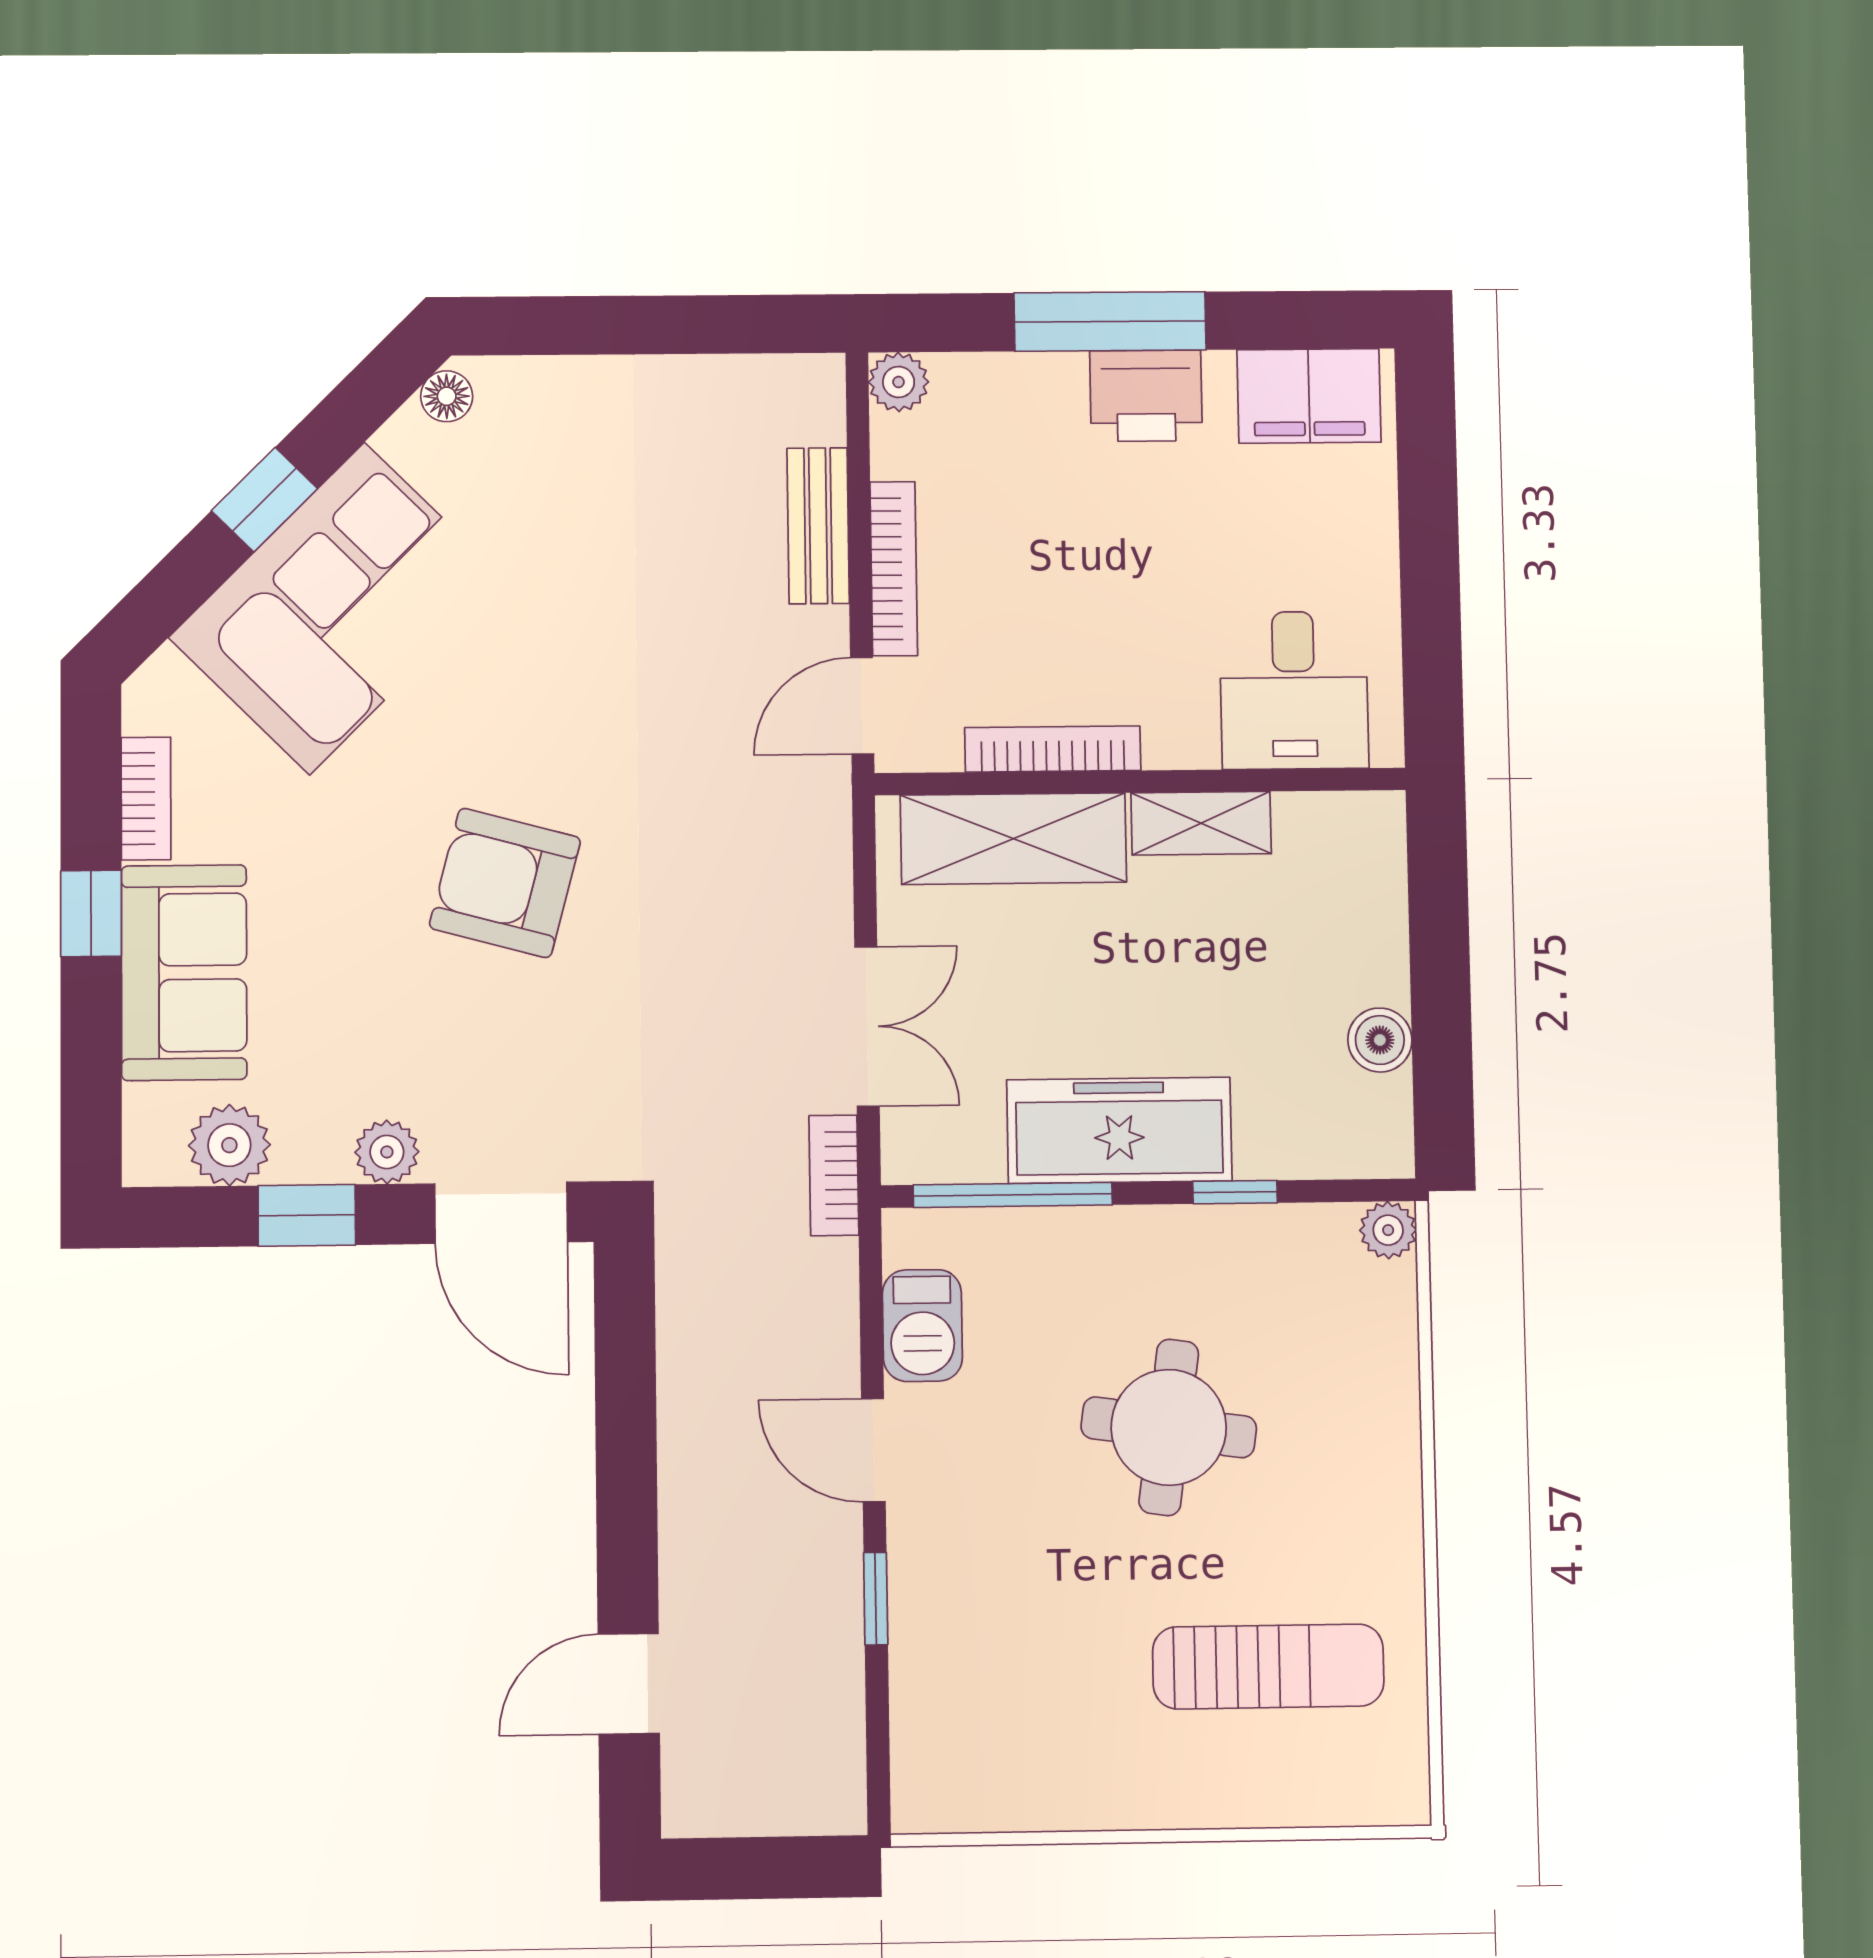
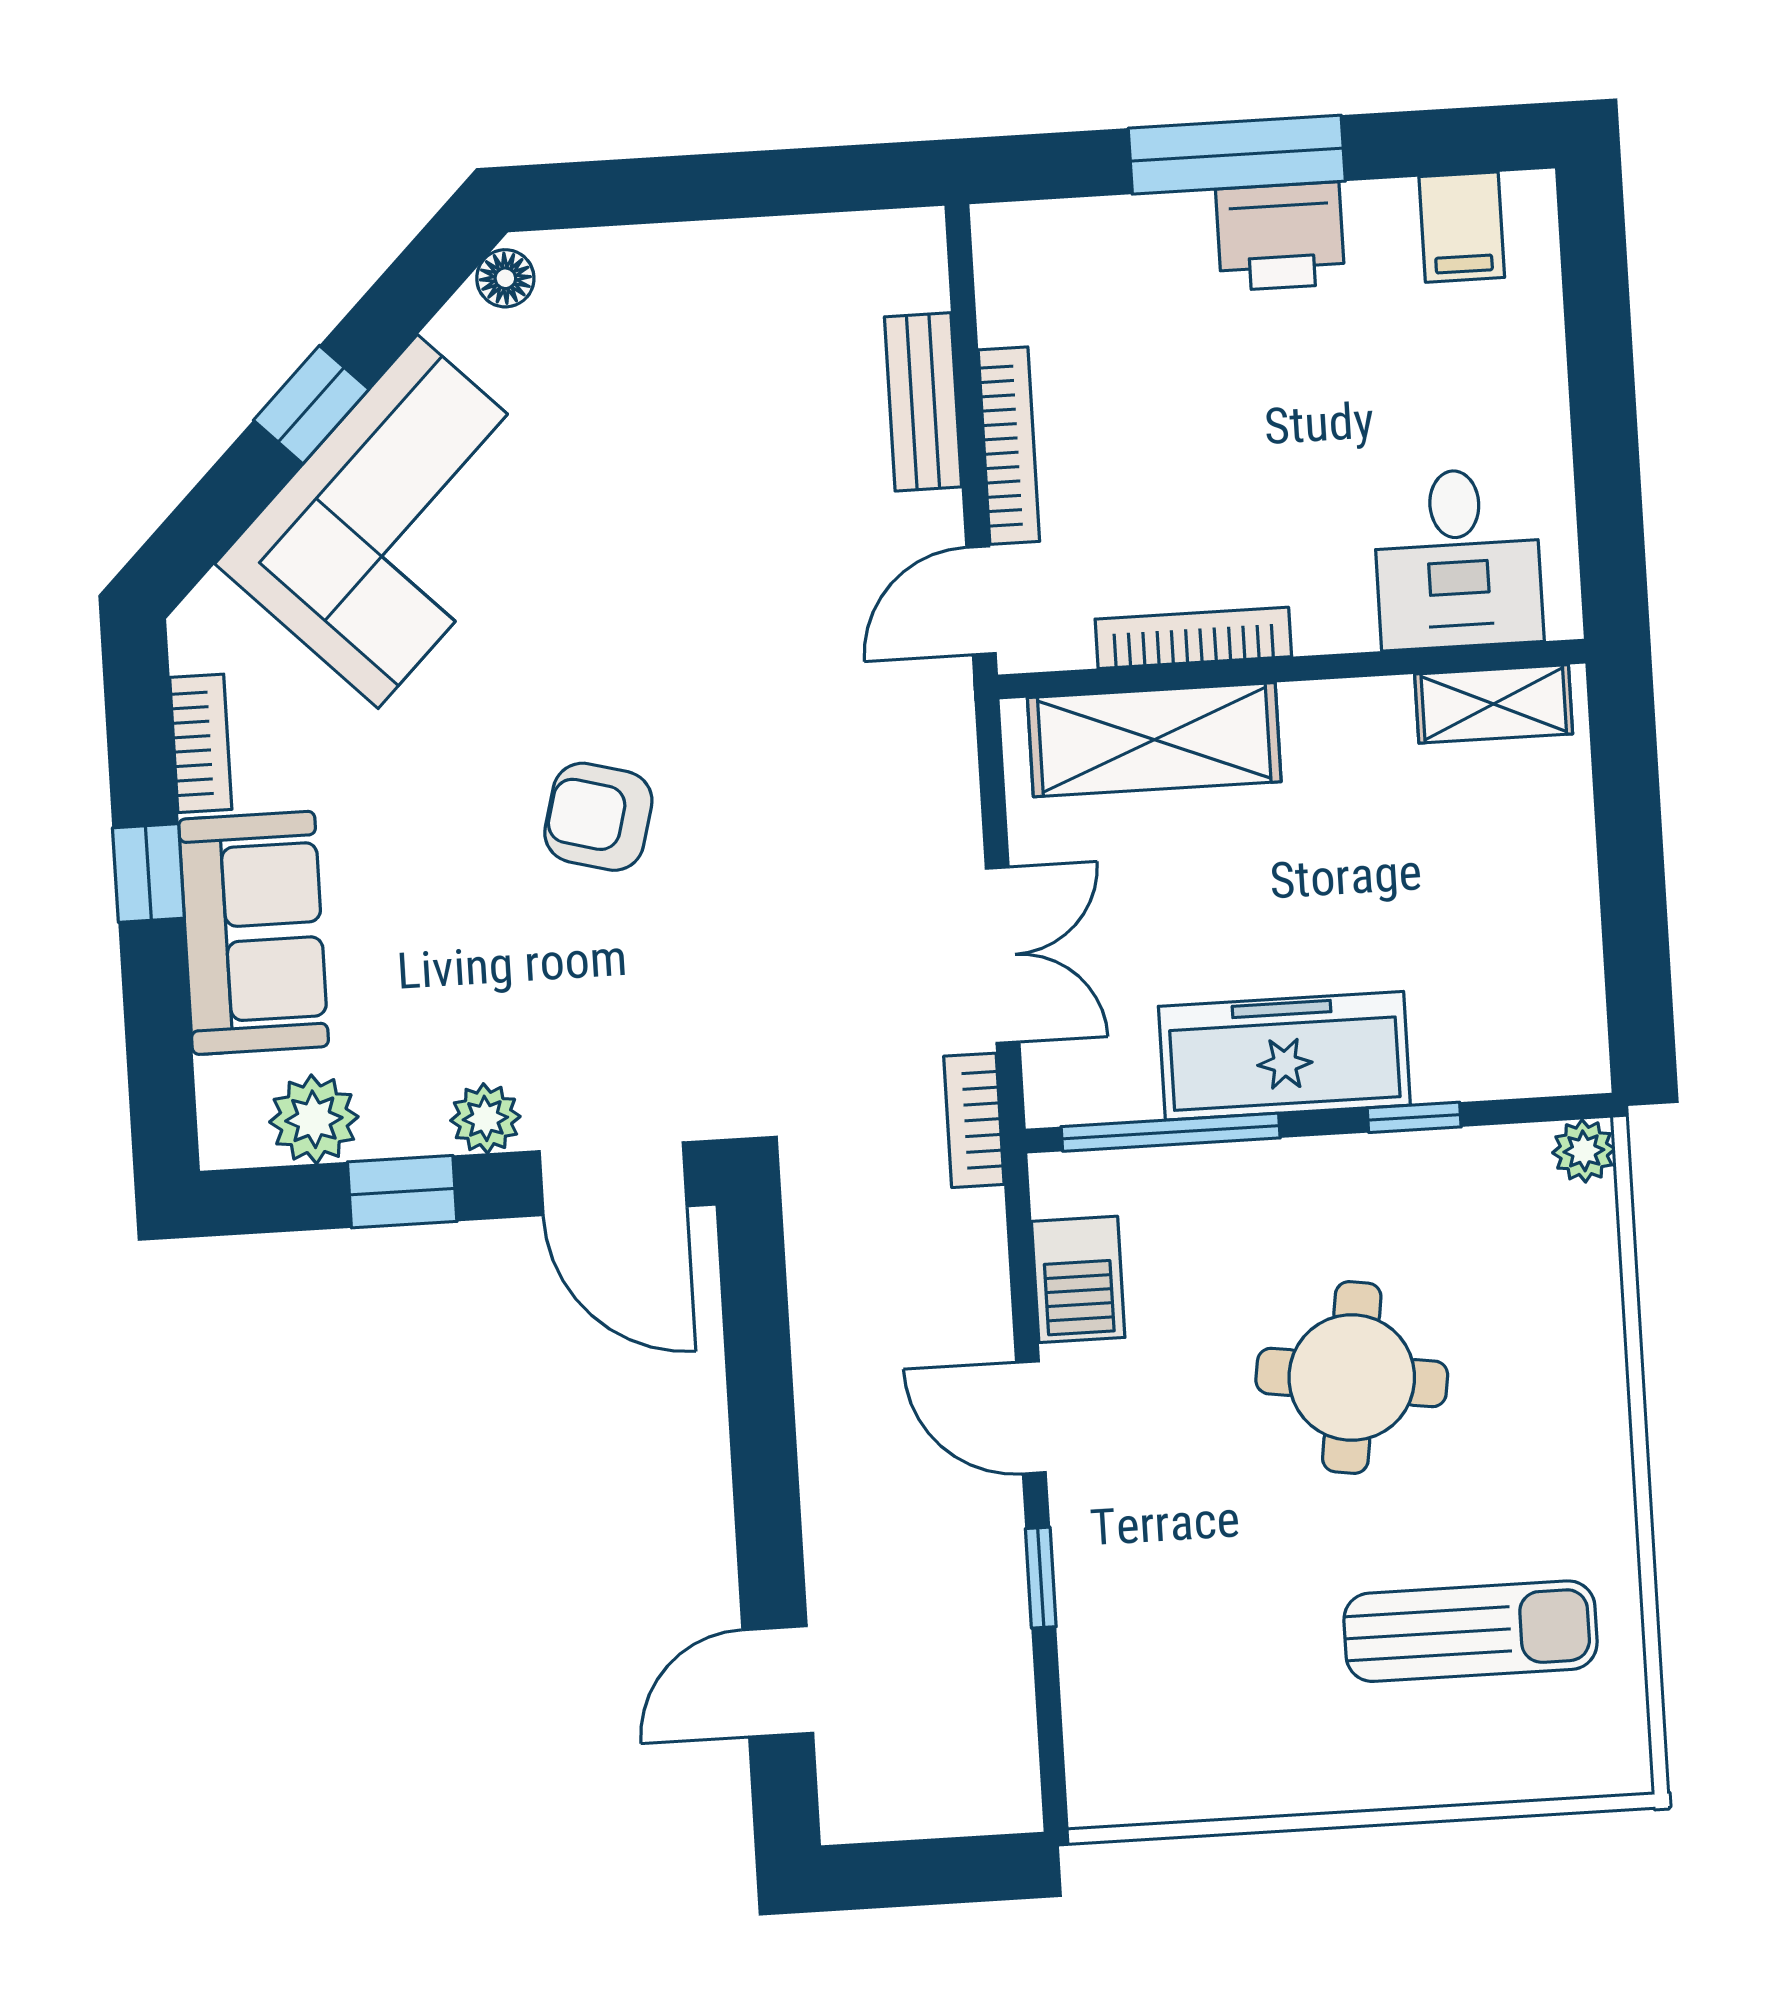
plant: (899, 382) -> (1005, 236), removed
filing cabinet: (1309, 396) -> (1462, 227), width x0.50
shelving: (1201, 823) -> (1494, 704), moved
armchair: (505, 883) -> (598, 817), width x0.72, depth x0.72
boiler: (1380, 1040) -> (1567, 942), removed

